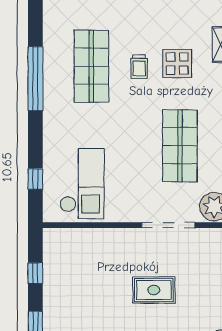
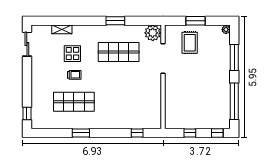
window: (35, 79) -> (81, 133), width x0.47
checkout: (82, 184) -> (140, 107), removed
rug: (154, 290) -> (190, 43), moved

